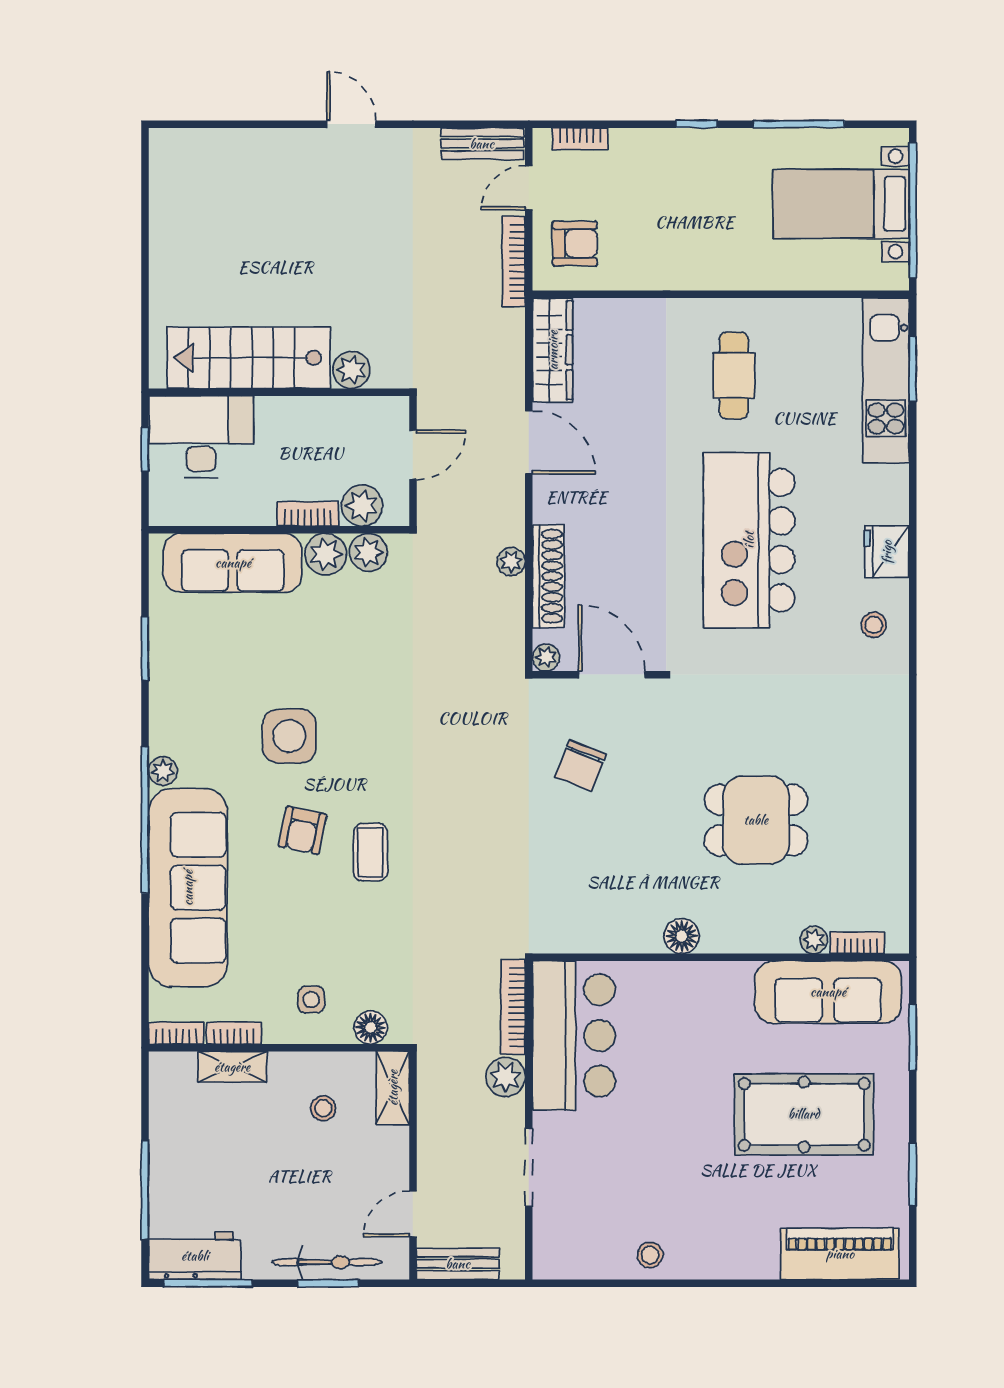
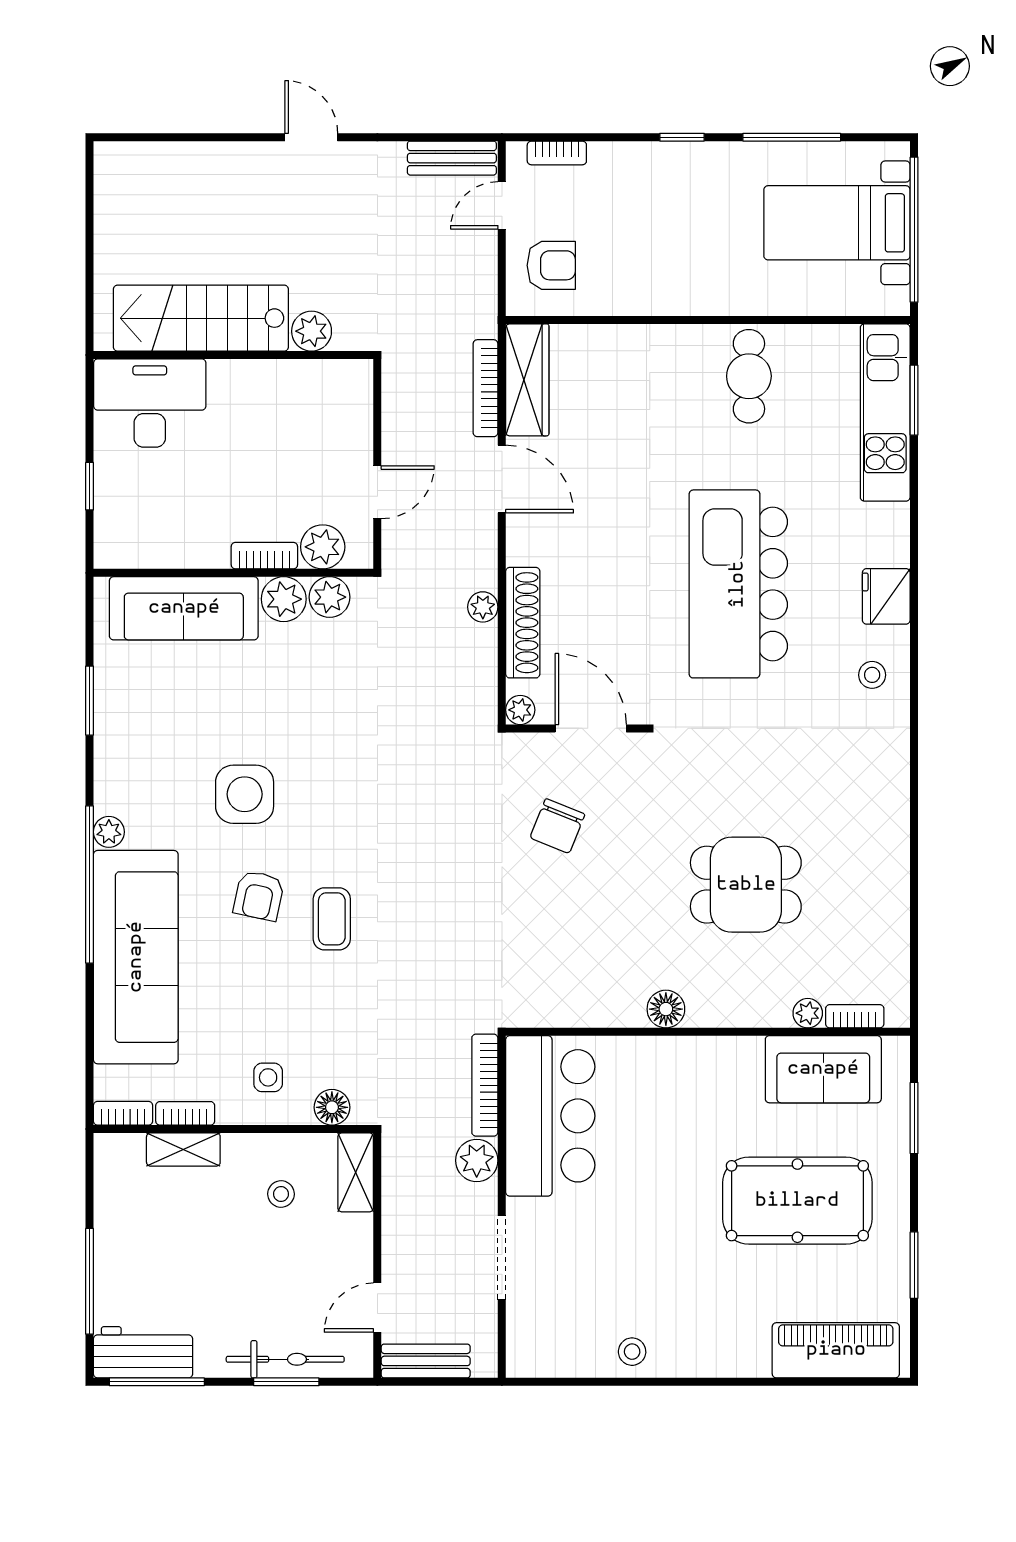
bookcase: (514, 262) -> (486, 388), moved
stairs: (249, 358) -> (201, 318), moved
plant: (352, 370) -> (312, 331), moved
cafe table: (734, 375) -> (749, 376), moved
wall: (279, 392) -> (233, 355), moved
desk: (201, 437) -> (150, 403), moved
sofa: (828, 992) -> (823, 1069), width x0.73

